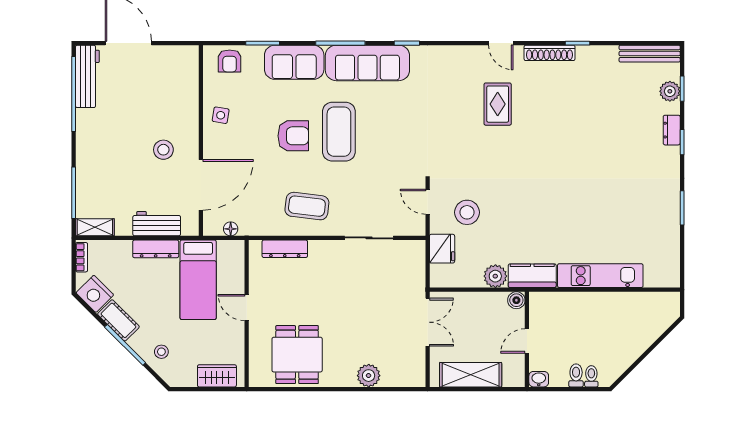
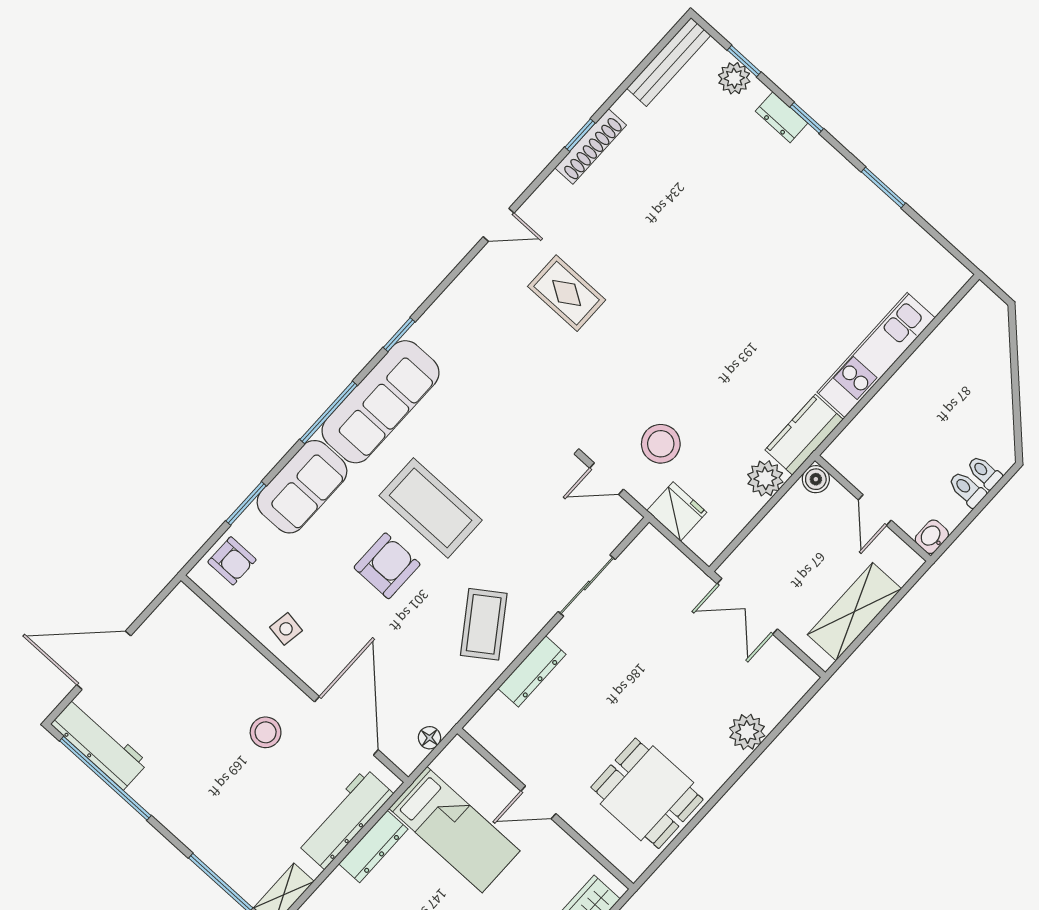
shoe rack: (550, 53) -> (591, 146), moved
coffee table: (307, 206) -> (484, 624), turned -42
workbench: (157, 224) -> (345, 819), width x1.38
dresser: (285, 249) -> (532, 671), moved
double door: (428, 322) -> (747, 606), swing flipped

